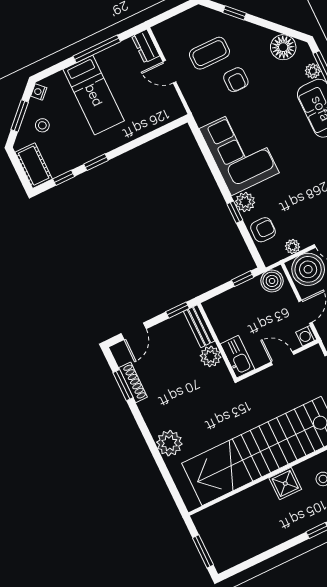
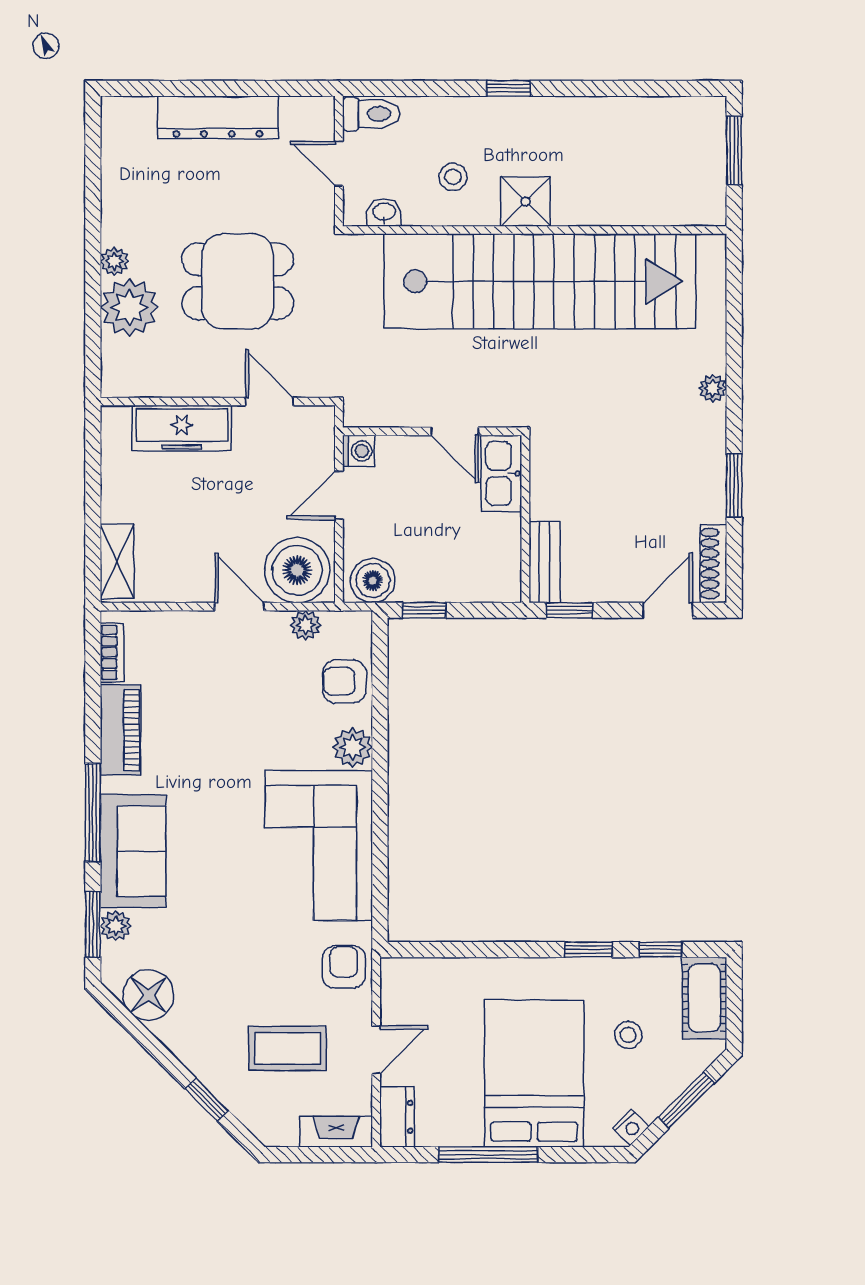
fireplace: (170, 26) -> (336, 1132), added
door: (169, 72) -> (376, 1050), hinge flipped
armchair: (236, 80) -> (344, 967), moved
bed: (94, 95) -> (534, 1074), width x1.50
stool: (42, 125) -> (628, 1035), moved
window: (235, 212) -> (380, 738), removed
plant: (211, 356) -> (550, 497), removed
door: (282, 358) -> (455, 431), moved
shoe rack: (133, 382) -> (713, 564), moved
window: (123, 385) -> (734, 485), moved
plant: (169, 443) -> (713, 388), width x0.53, depth x0.53

